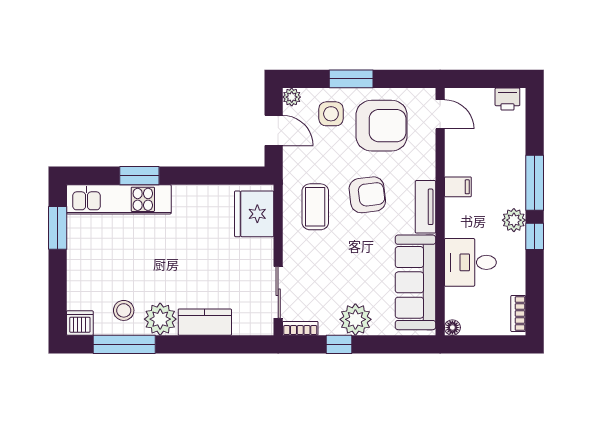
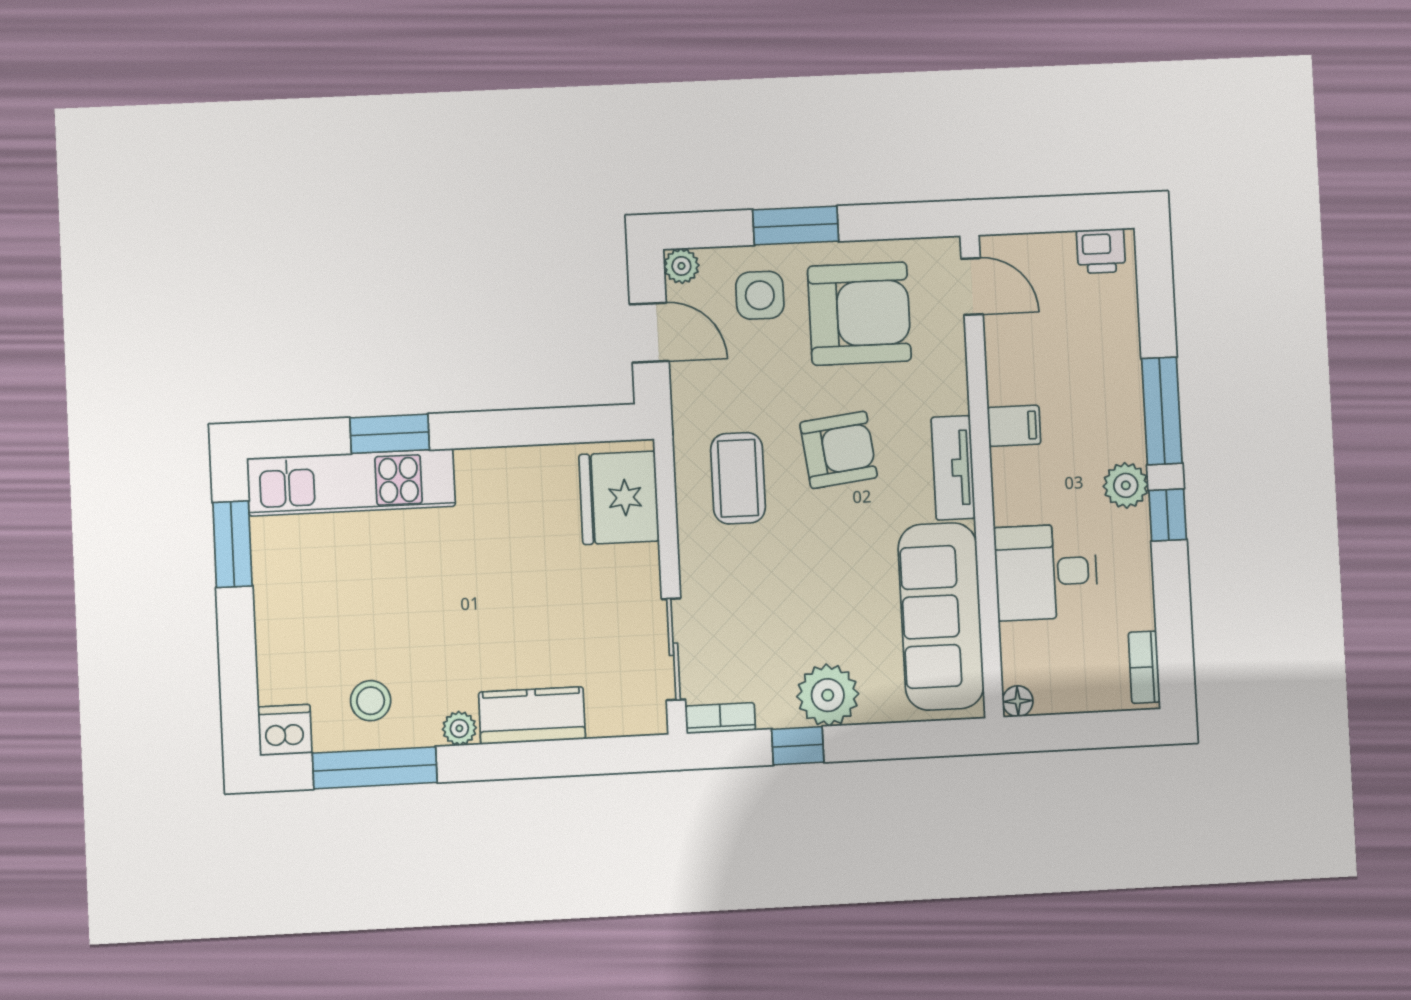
plant: (160, 319) -> (459, 728), width x0.53, depth x0.53

